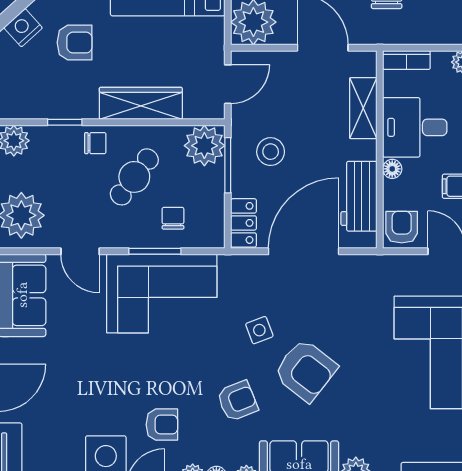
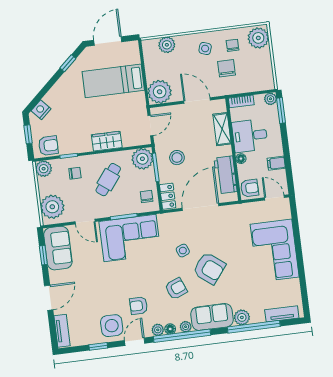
armchair: (75, 43) -> (48, 146), moved
wardrobe: (141, 103) -> (107, 141), width x0.67
chair: (95, 143) -> (75, 173), moved
chair: (173, 218) -> (147, 196), moved
armchair: (402, 227) -> (250, 188), turned 90
armchair: (162, 425) -> (139, 306), turned 180

